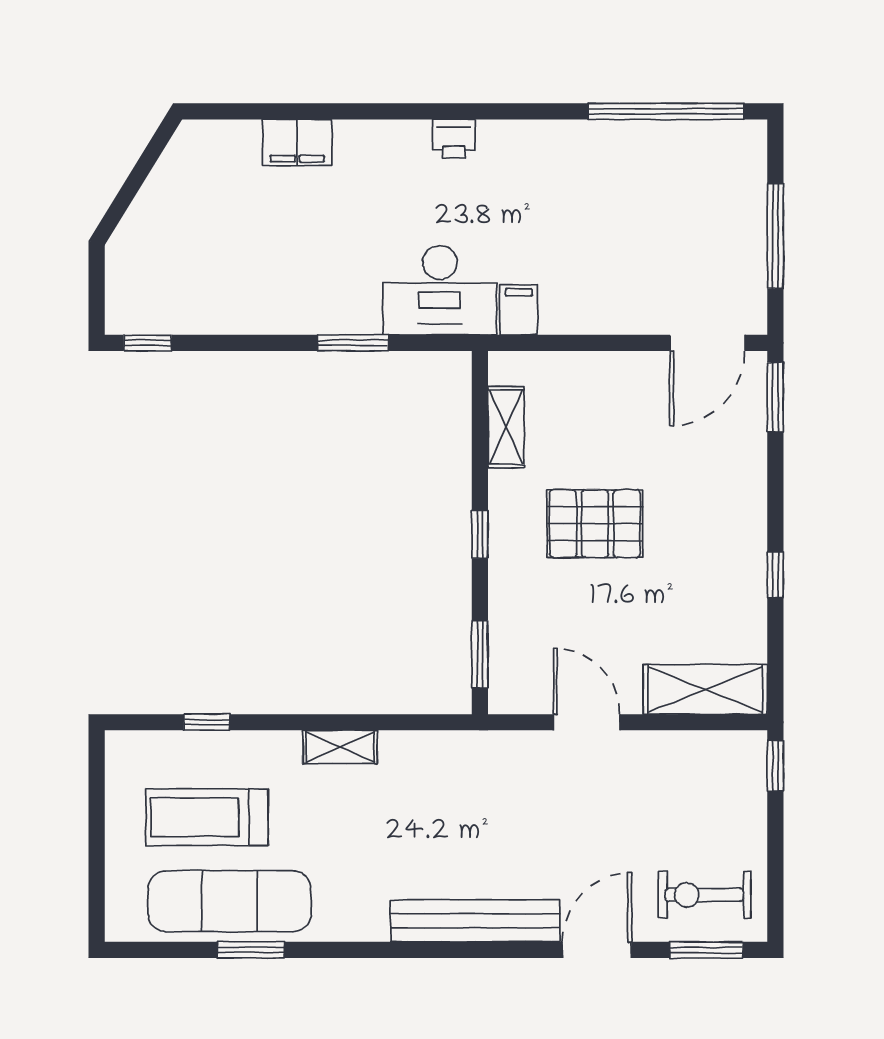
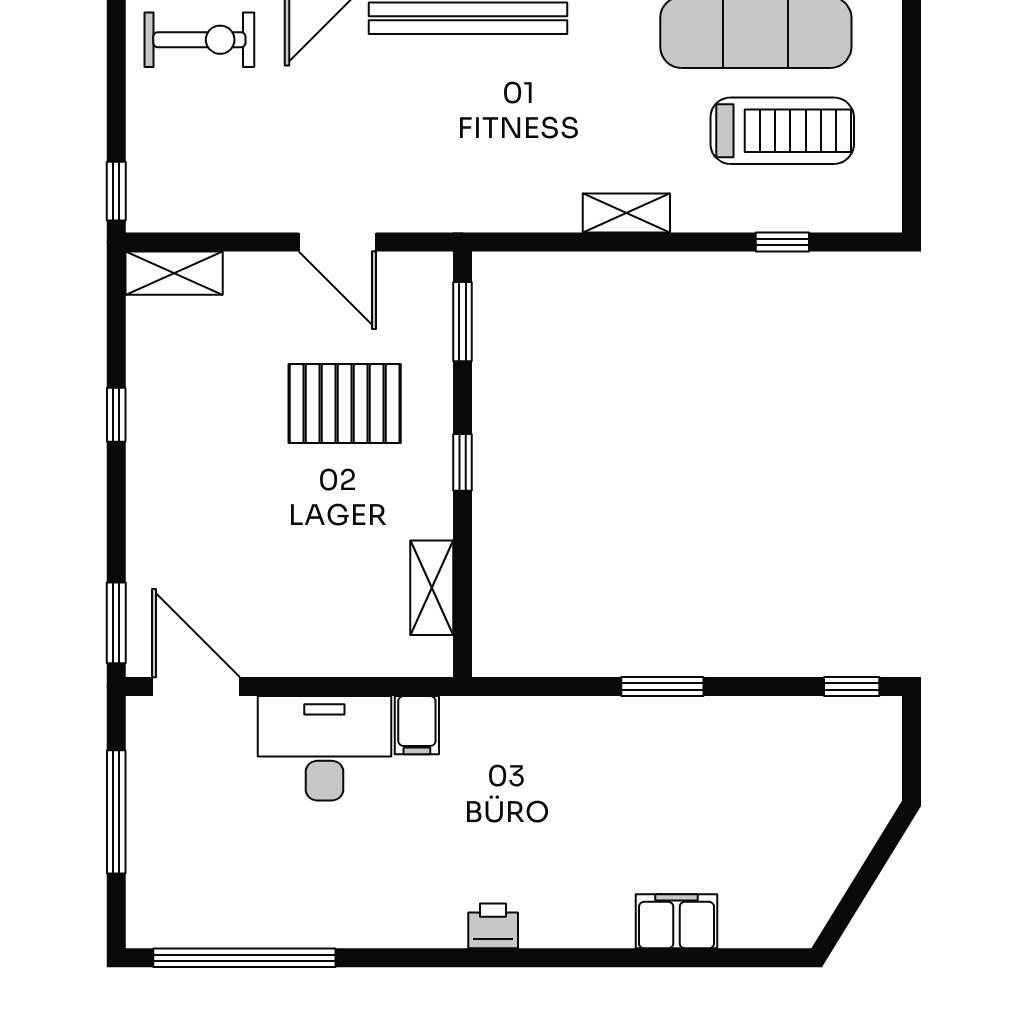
desk: (440, 290) -> (324, 748), moved
window: (353, 343) -> (662, 686), moved
door: (707, 343) -> (196, 686), hinge flipped
pallet: (595, 524) -> (345, 403), moved
shelving: (705, 689) -> (174, 273), width x0.67, depth x0.75

